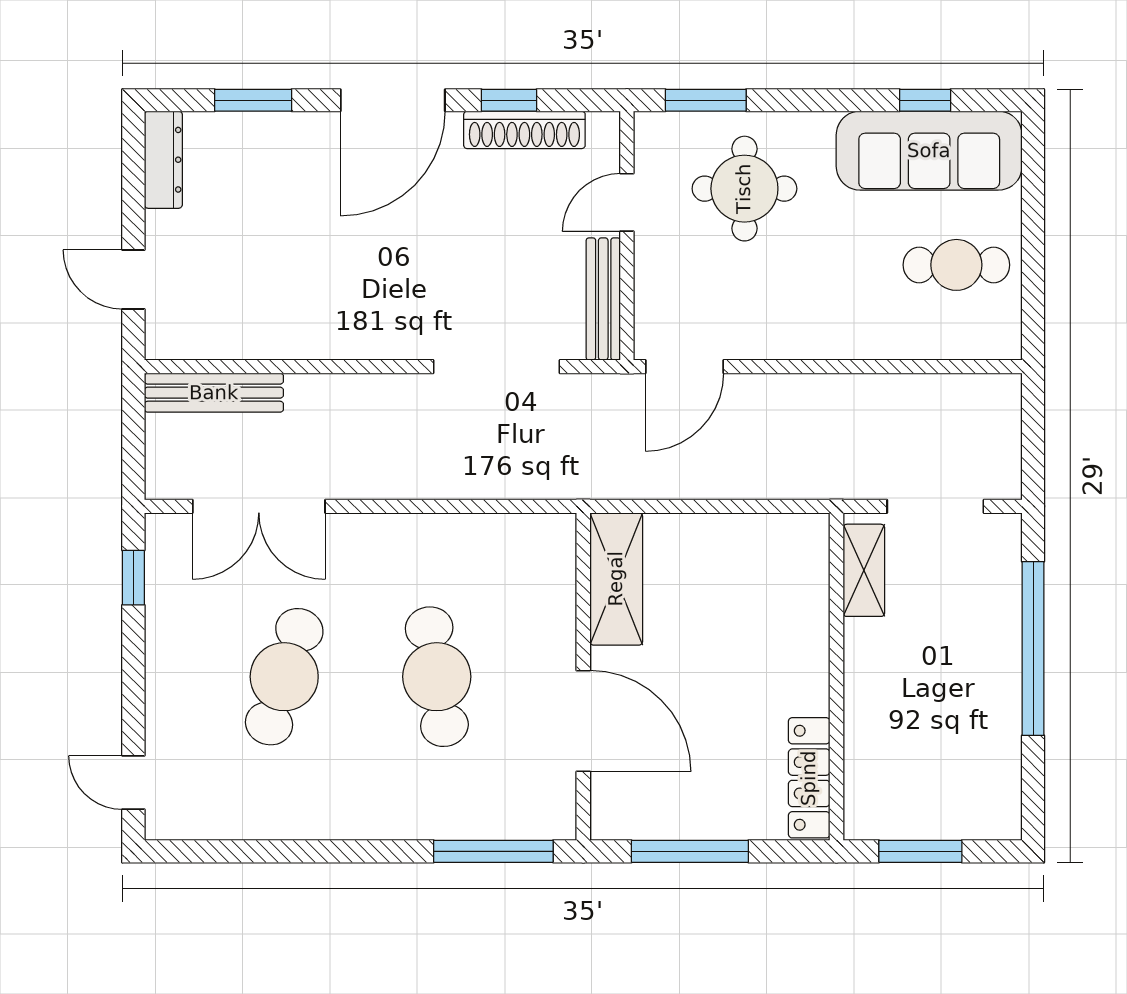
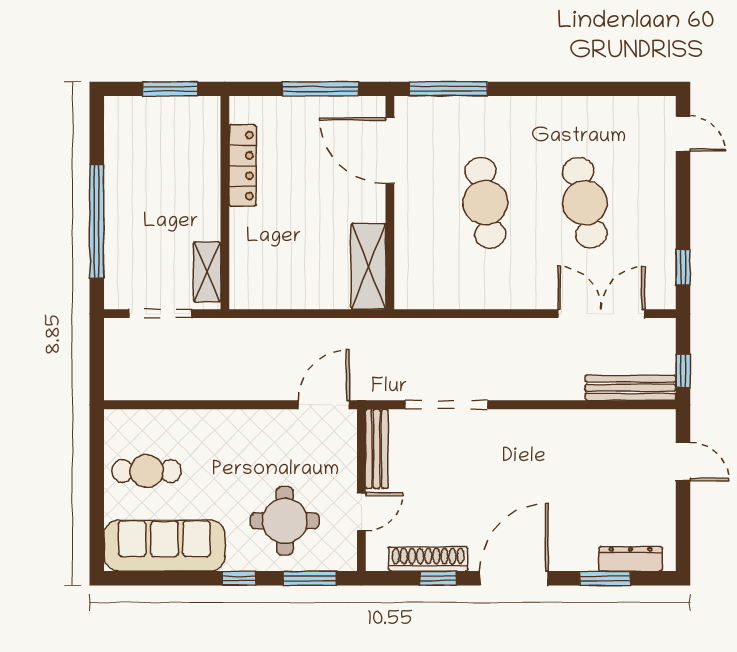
window: (925, 100) -> (239, 578), moved
dresser: (163, 160) -> (631, 559), moved, turned 90
window: (133, 419) -> (683, 371), added
cafe table: (284, 677) -> (585, 203), turned -30
door: (583, 721) -> (390, 151), moved
locker: (809, 778) -> (243, 166), moved

